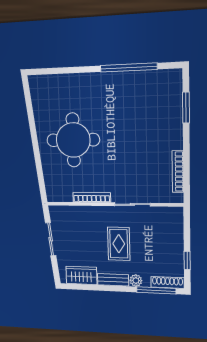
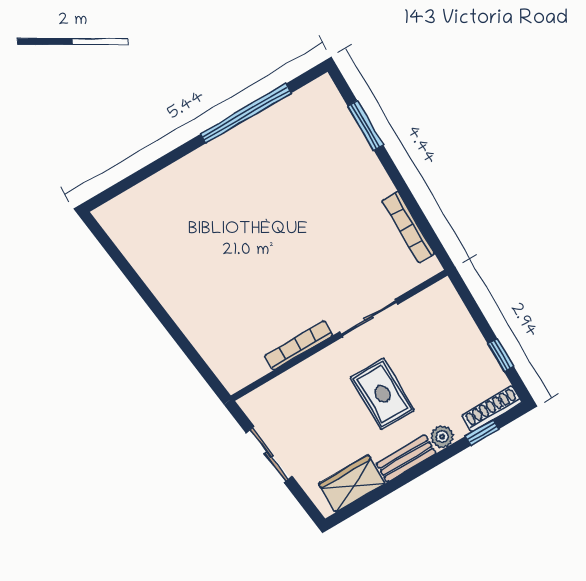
round table: (73, 140) -> (219, 271), removed
window: (156, 290) -> (482, 433), width x0.46

